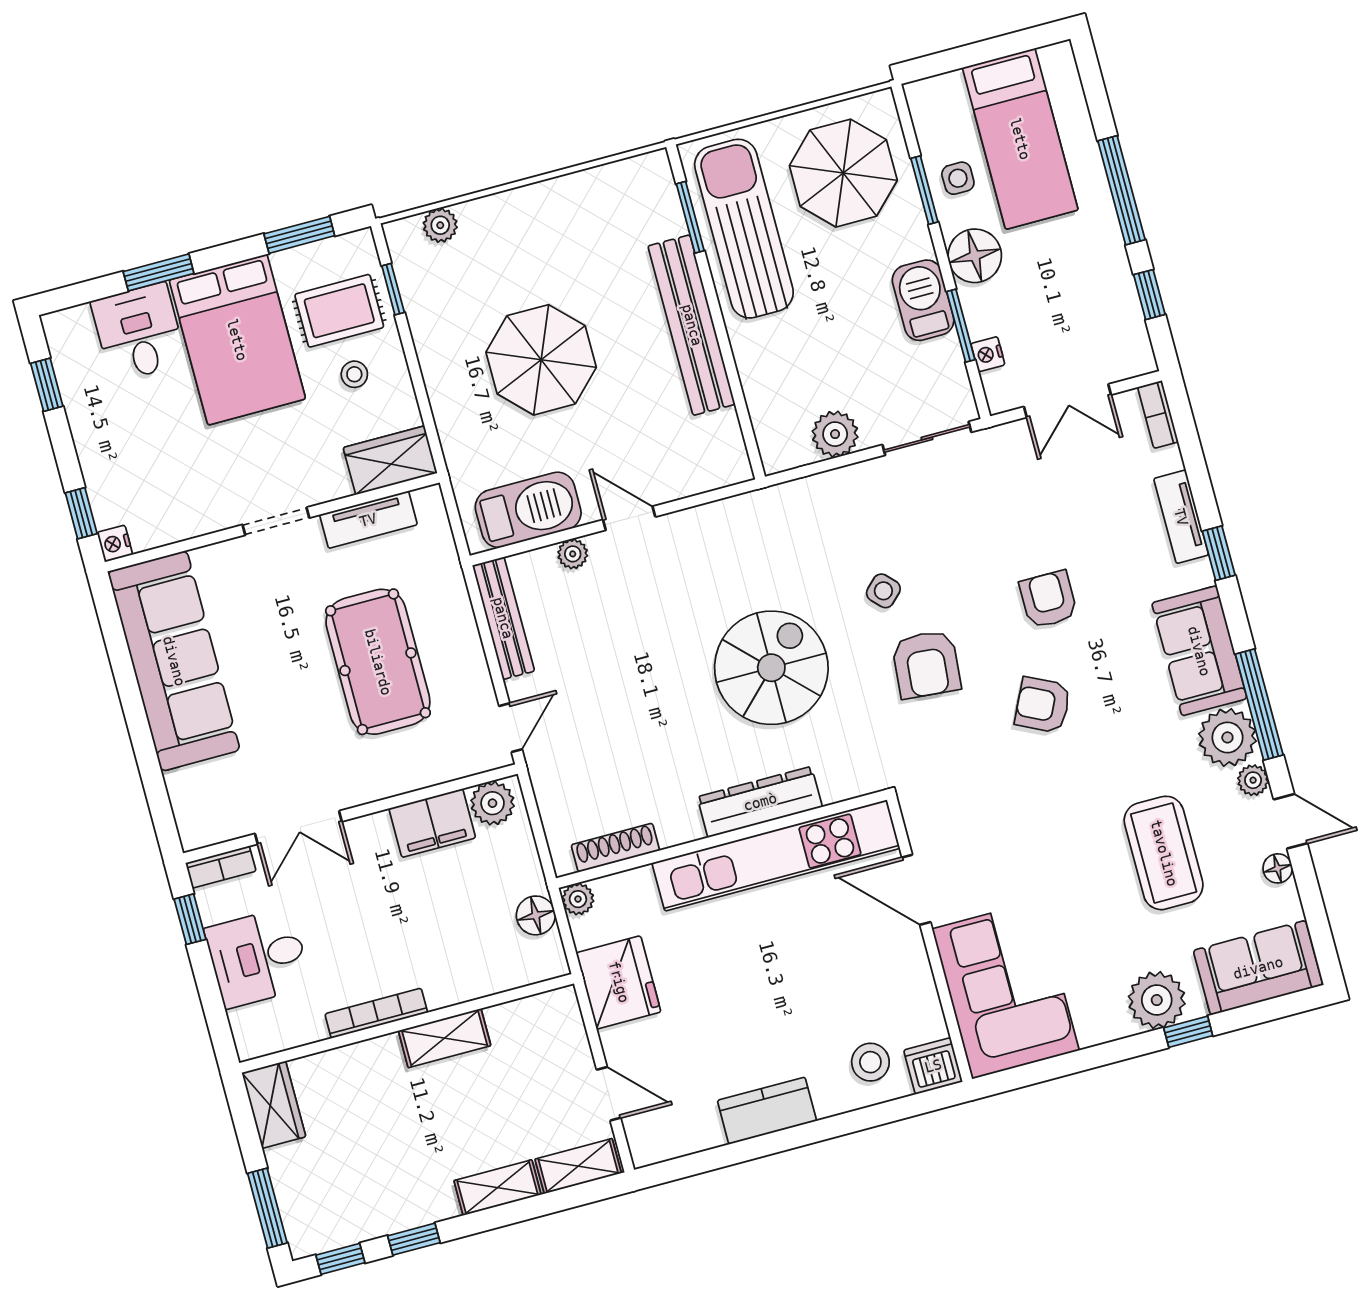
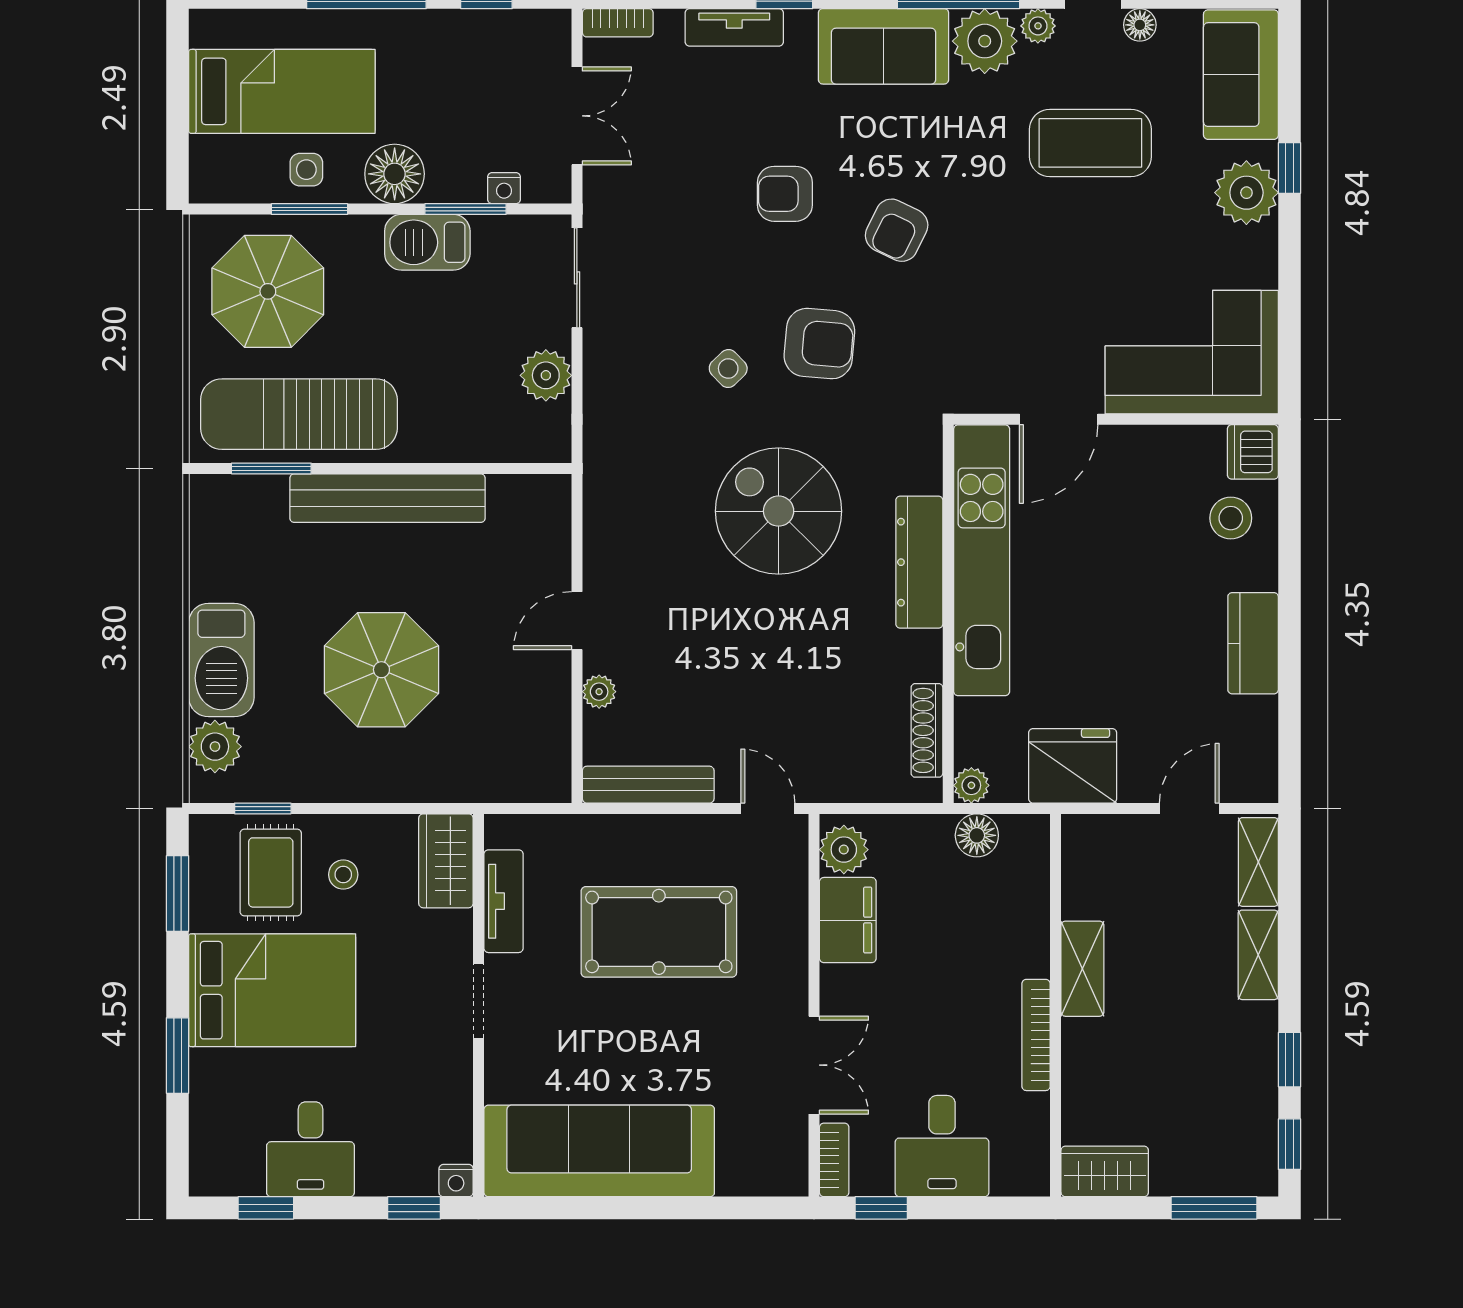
plant: (440, 225) -> (215, 747), width x1.38, depth x1.38
desk: (139, 332) -> (310, 1149), moved, turned -90
barbecue: (528, 510) -> (221, 660), moved, turned 180

